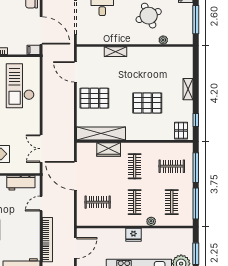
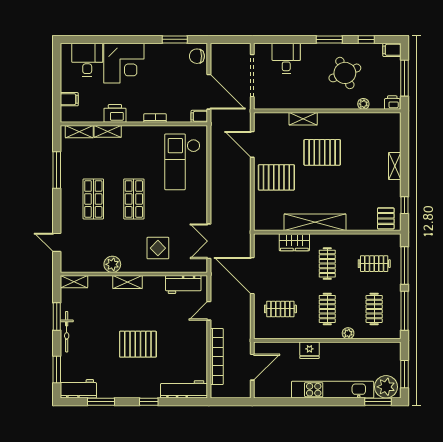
printer: (186, 39) -> (392, 103), added
pallet: (147, 103) -> (322, 152), moved
shelving: (101, 134) -> (315, 222), moved
fridge: (133, 235) -> (309, 350), moved

